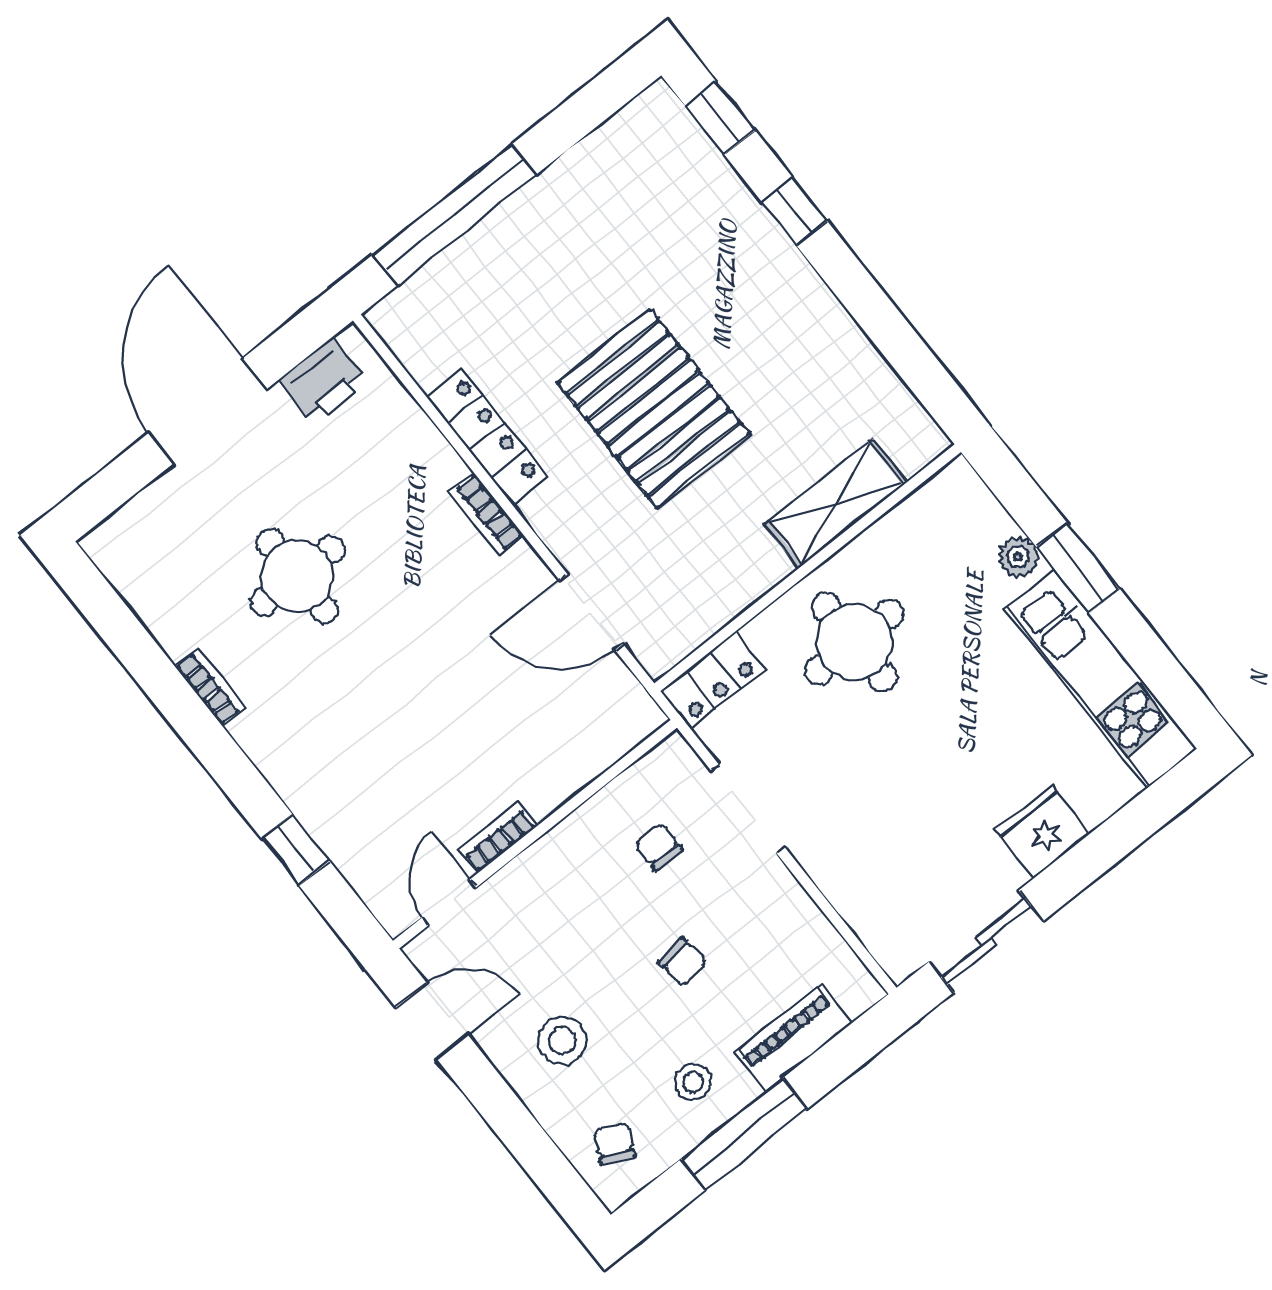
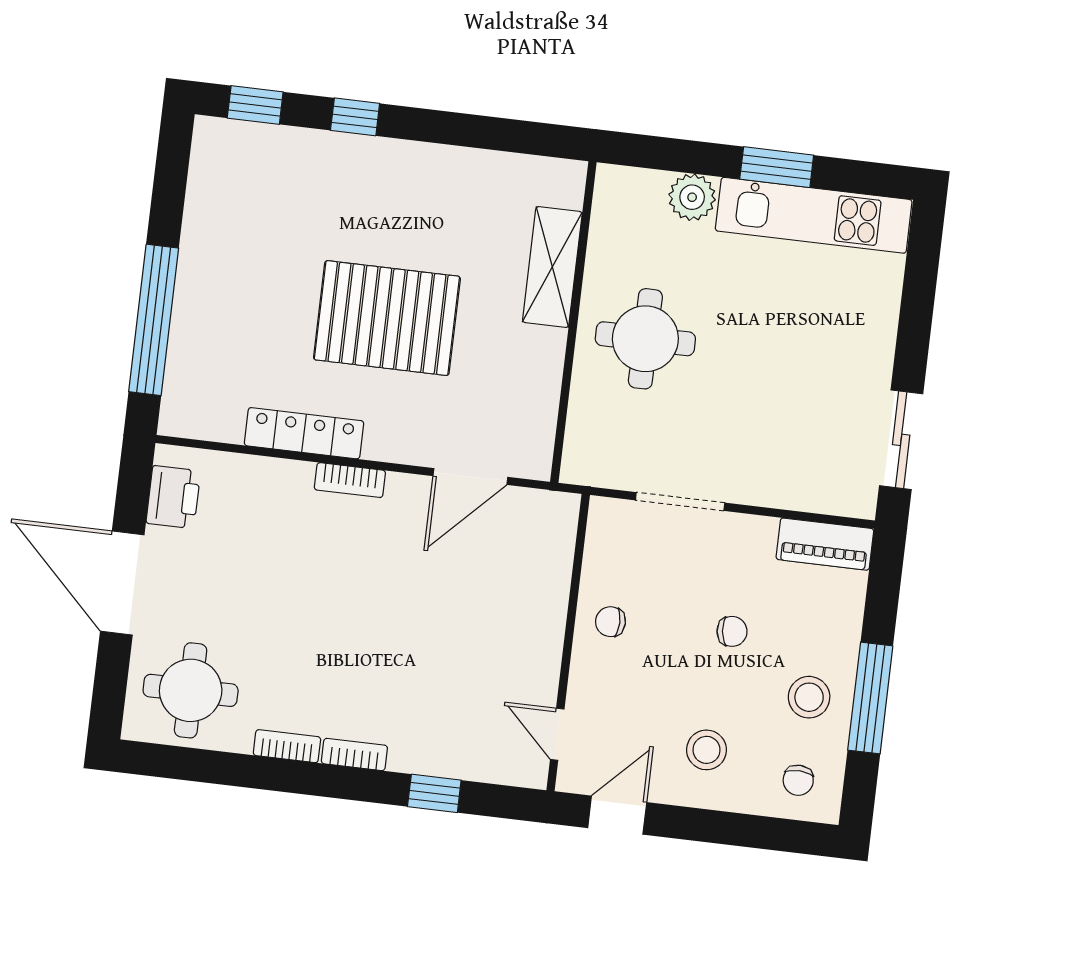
plant: (1018, 557) -> (692, 197), width x1.38, depth x1.38
window: (1078, 568) -> (777, 167), moved
round table: (297, 576) -> (191, 690), moved
locker: (713, 680) -> (583, 445), removed
fridge: (1042, 832) -> (870, 341), removed
bookcase: (498, 838) -> (354, 754), moved, turned 90
chair: (658, 847) -> (610, 622), moved
piano: (793, 1038) -> (825, 544), moved, turned -90
stool: (693, 1082) -> (809, 697), width x1.37, depth x1.37
chair: (614, 1143) -> (798, 780), turned -113

